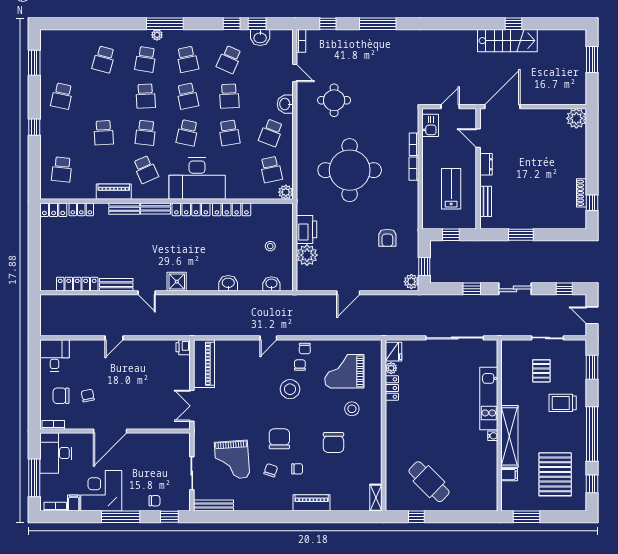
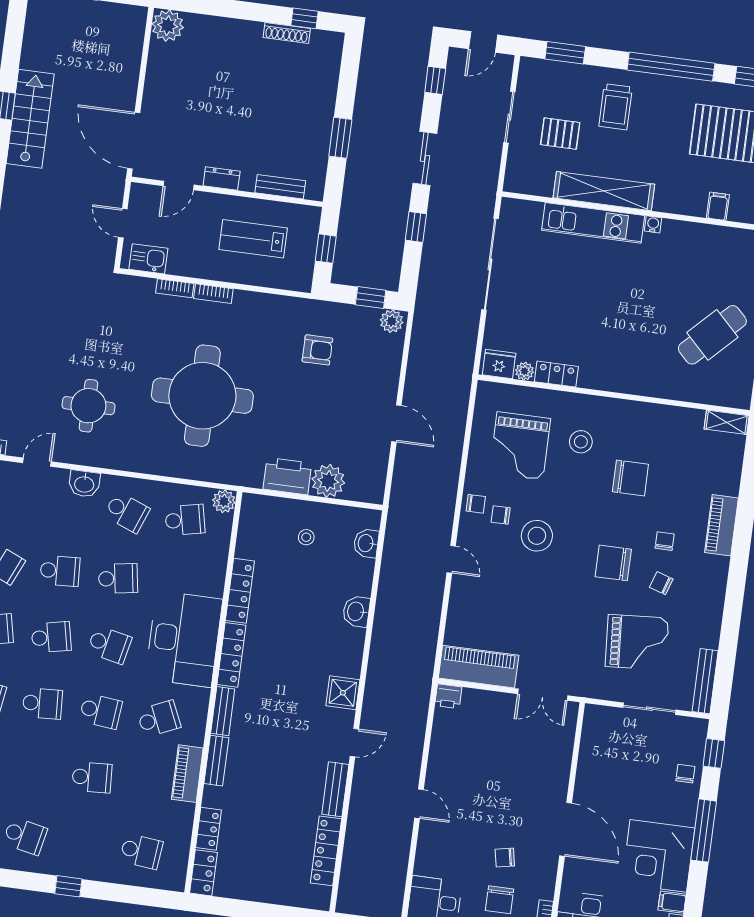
shelving: (509, 436) -> (604, 191), moved

